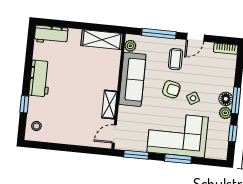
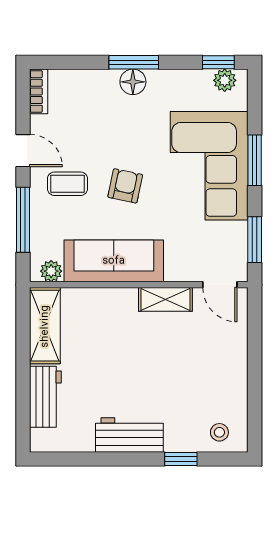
workbench: (51, 35) -> (45, 397), moved
side table: (193, 98) -> (138, 143), removed
plant: (225, 113) -> (225, 80), moved
window: (233, 133) -> (218, 62), moved

